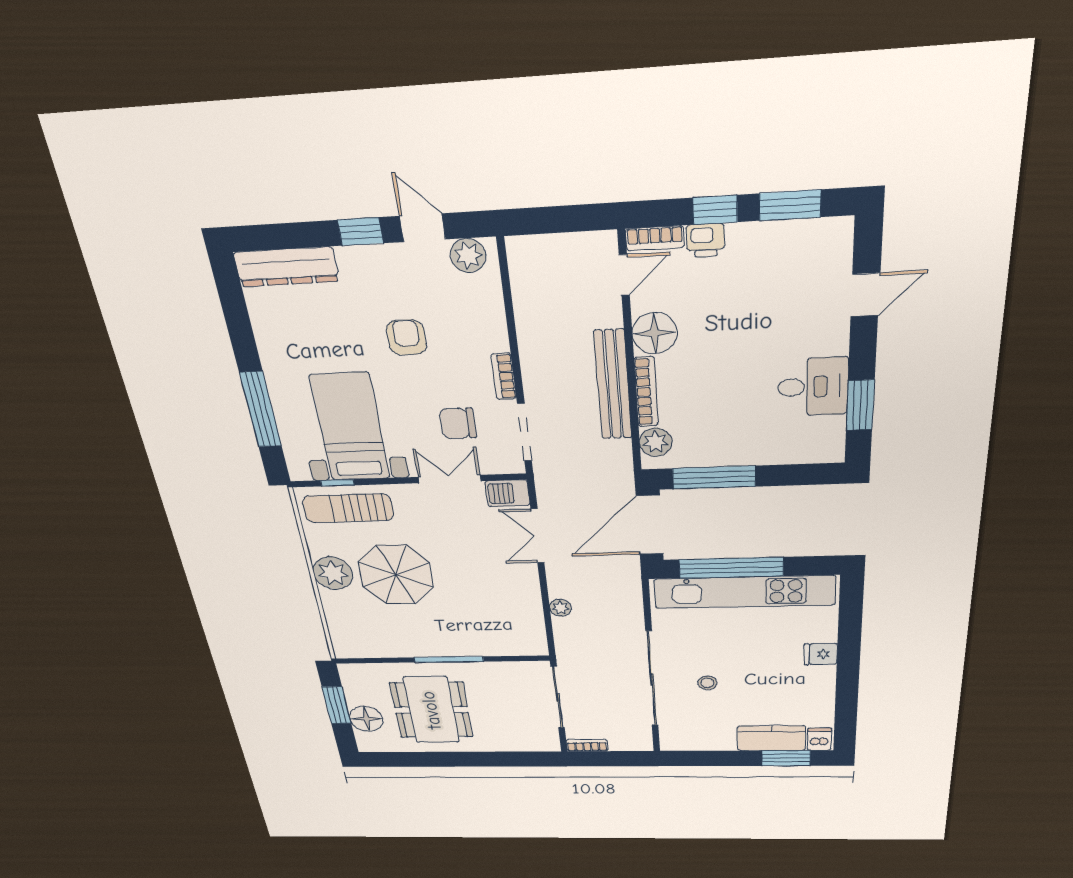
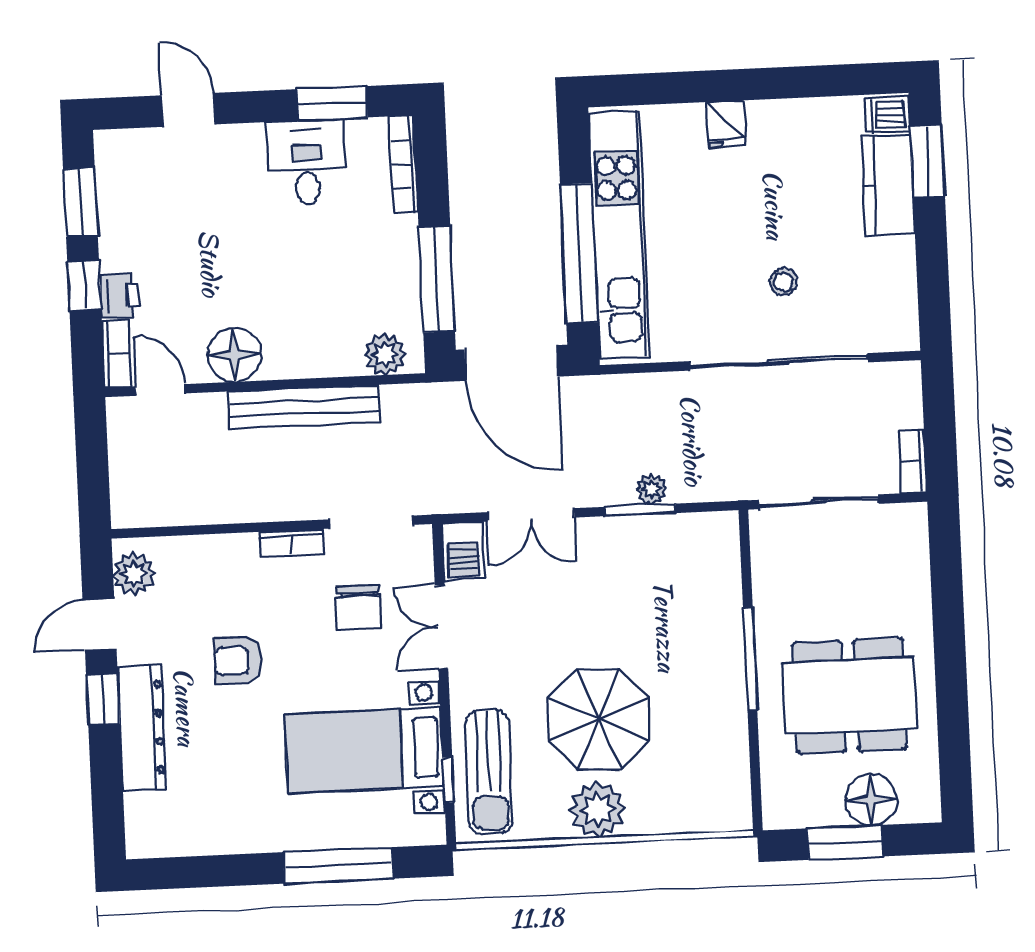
dresser: (286, 267) -> (142, 728), moved
bookcase: (646, 392) -> (403, 164), moved, turned -90
window: (546, 601) -> (640, 510), added

